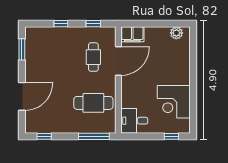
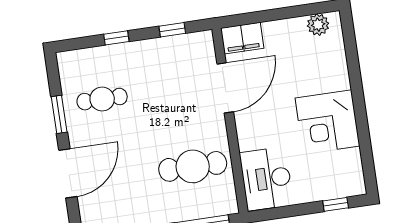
window: (22, 49) -> (59, 114), moved
cafe table: (93, 57) -> (102, 99), moved, turned 90
corner desk: (174, 102) -> (328, 122), moved
desk: (134, 121) -> (266, 179), width x1.37

